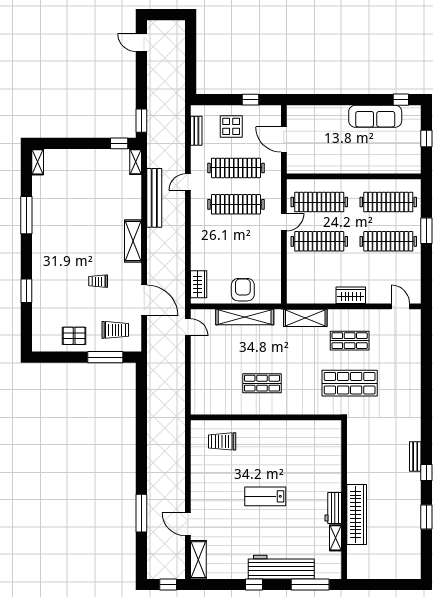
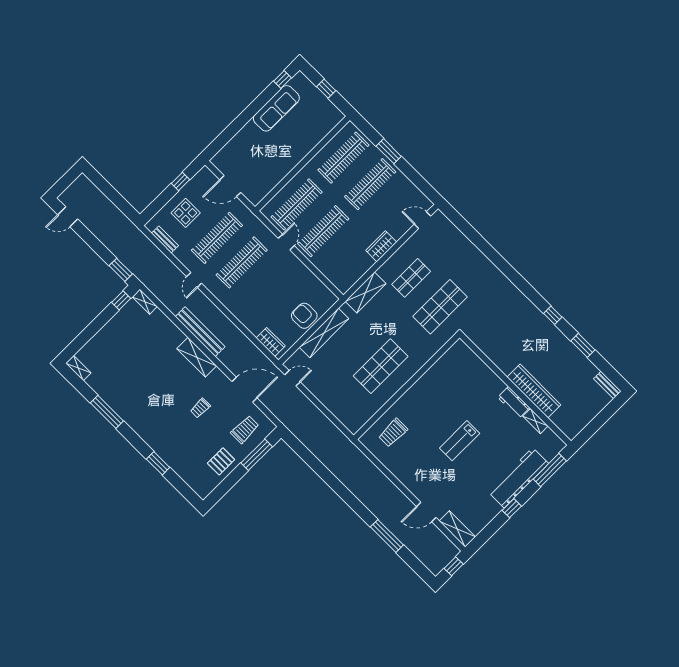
bench: (154, 198) -> (200, 332), moved
shop shelf: (262, 383) -> (381, 366), width x1.43, depth x1.36
bench: (415, 457) -> (607, 385), moved

